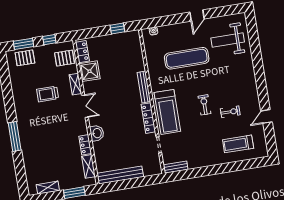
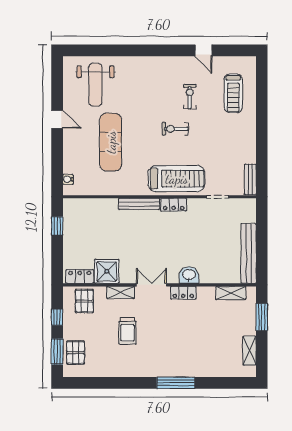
locker: (148, 118) -> (174, 205), width x0.66
locker: (85, 145) -> (183, 293), moved

